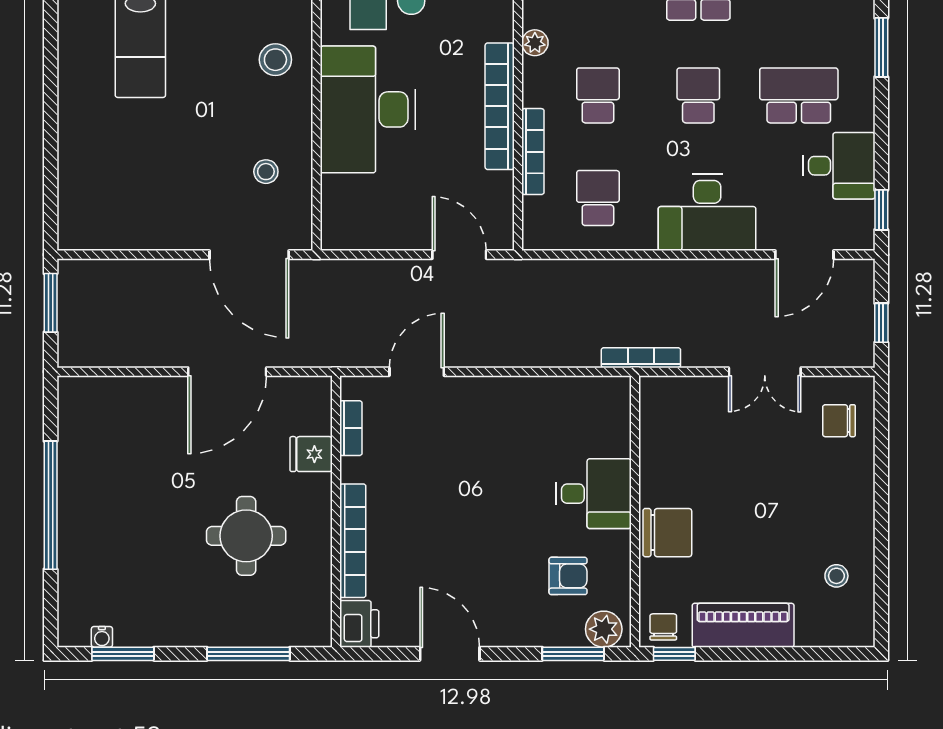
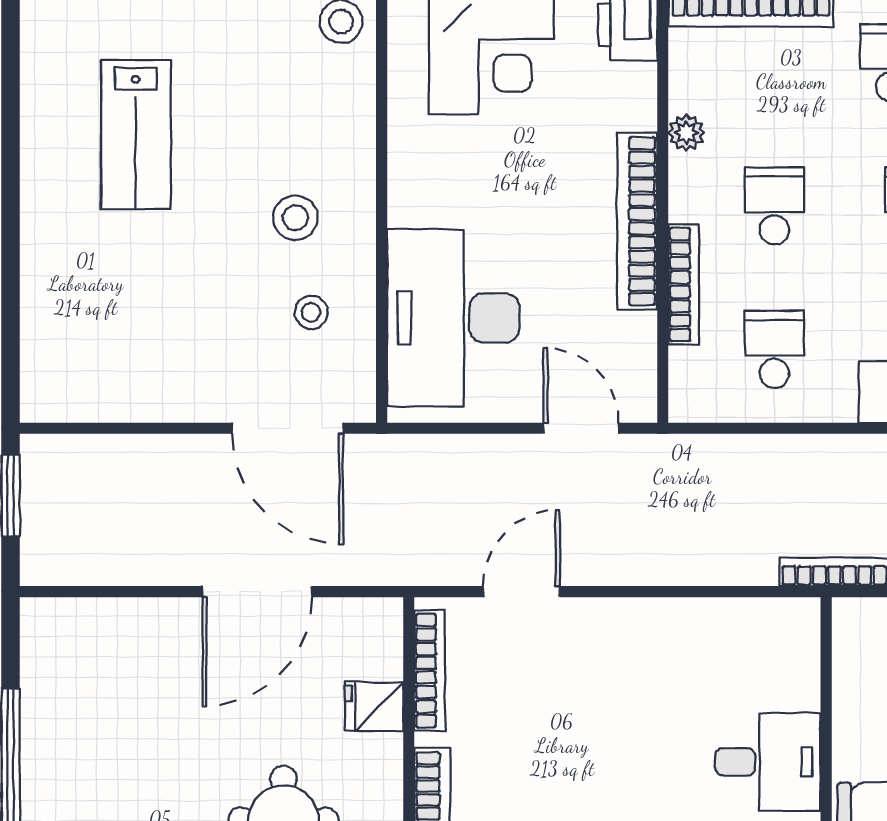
stool: (275, 60) -> (295, 218), moved
desk: (368, 109) -> (453, 318), moved
bookcase: (351, 428) -> (430, 670), width x1.56

